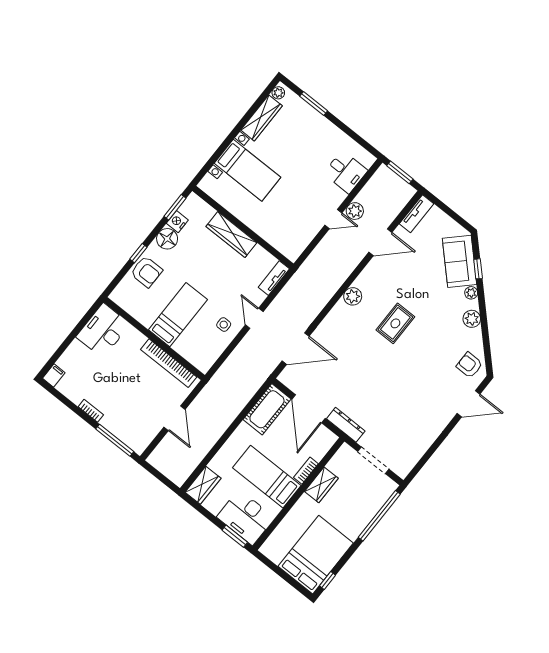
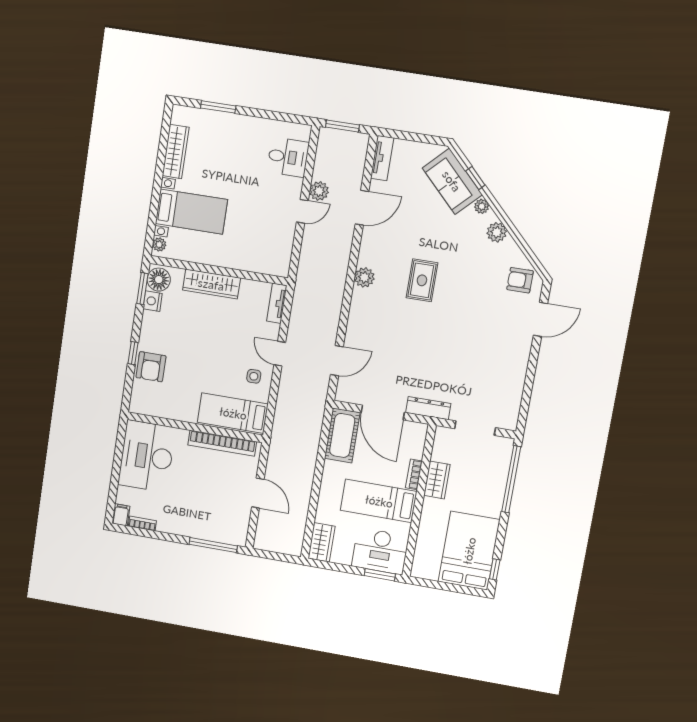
plant: (278, 93) -> (159, 245), moved
floor lamp: (167, 239) -> (159, 280), moved
armchair: (146, 272) -> (151, 367), turned 90
bed: (178, 315) -> (233, 413), moved, turned -90
desk: (103, 331) -> (147, 456), width x1.36, depth x1.30
door: (296, 349) -> (337, 361), width x0.73
bookcase: (91, 411) -> (142, 524), moved

